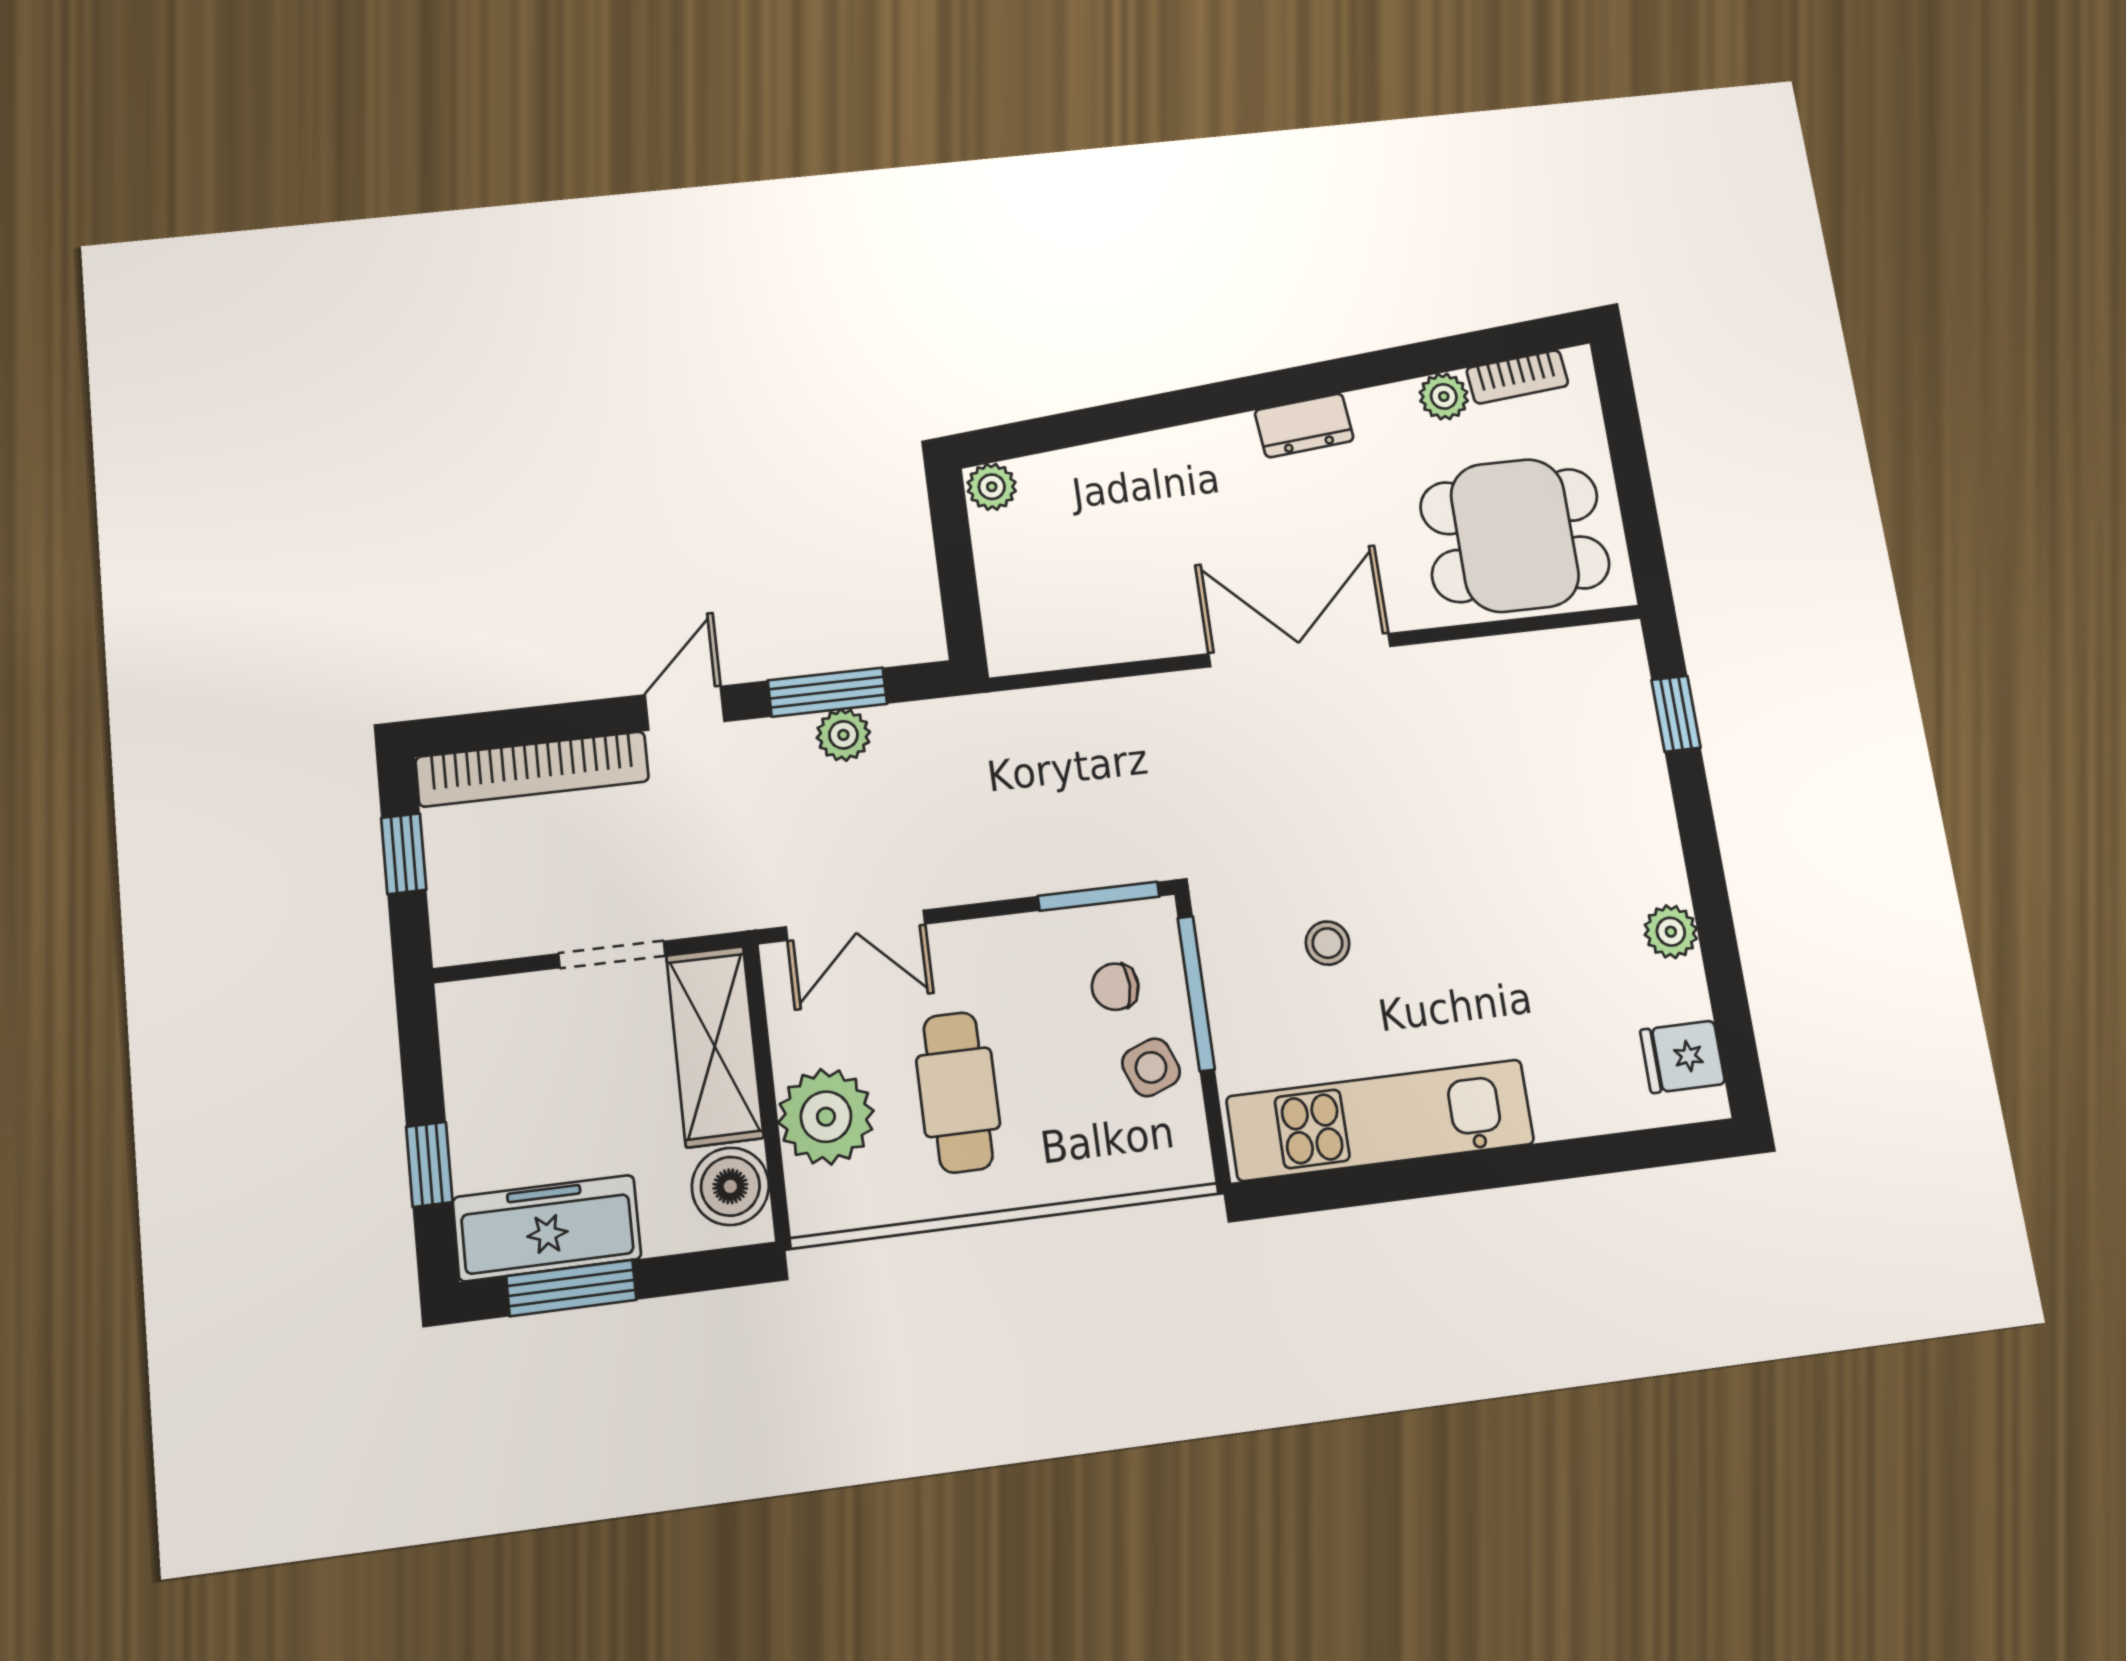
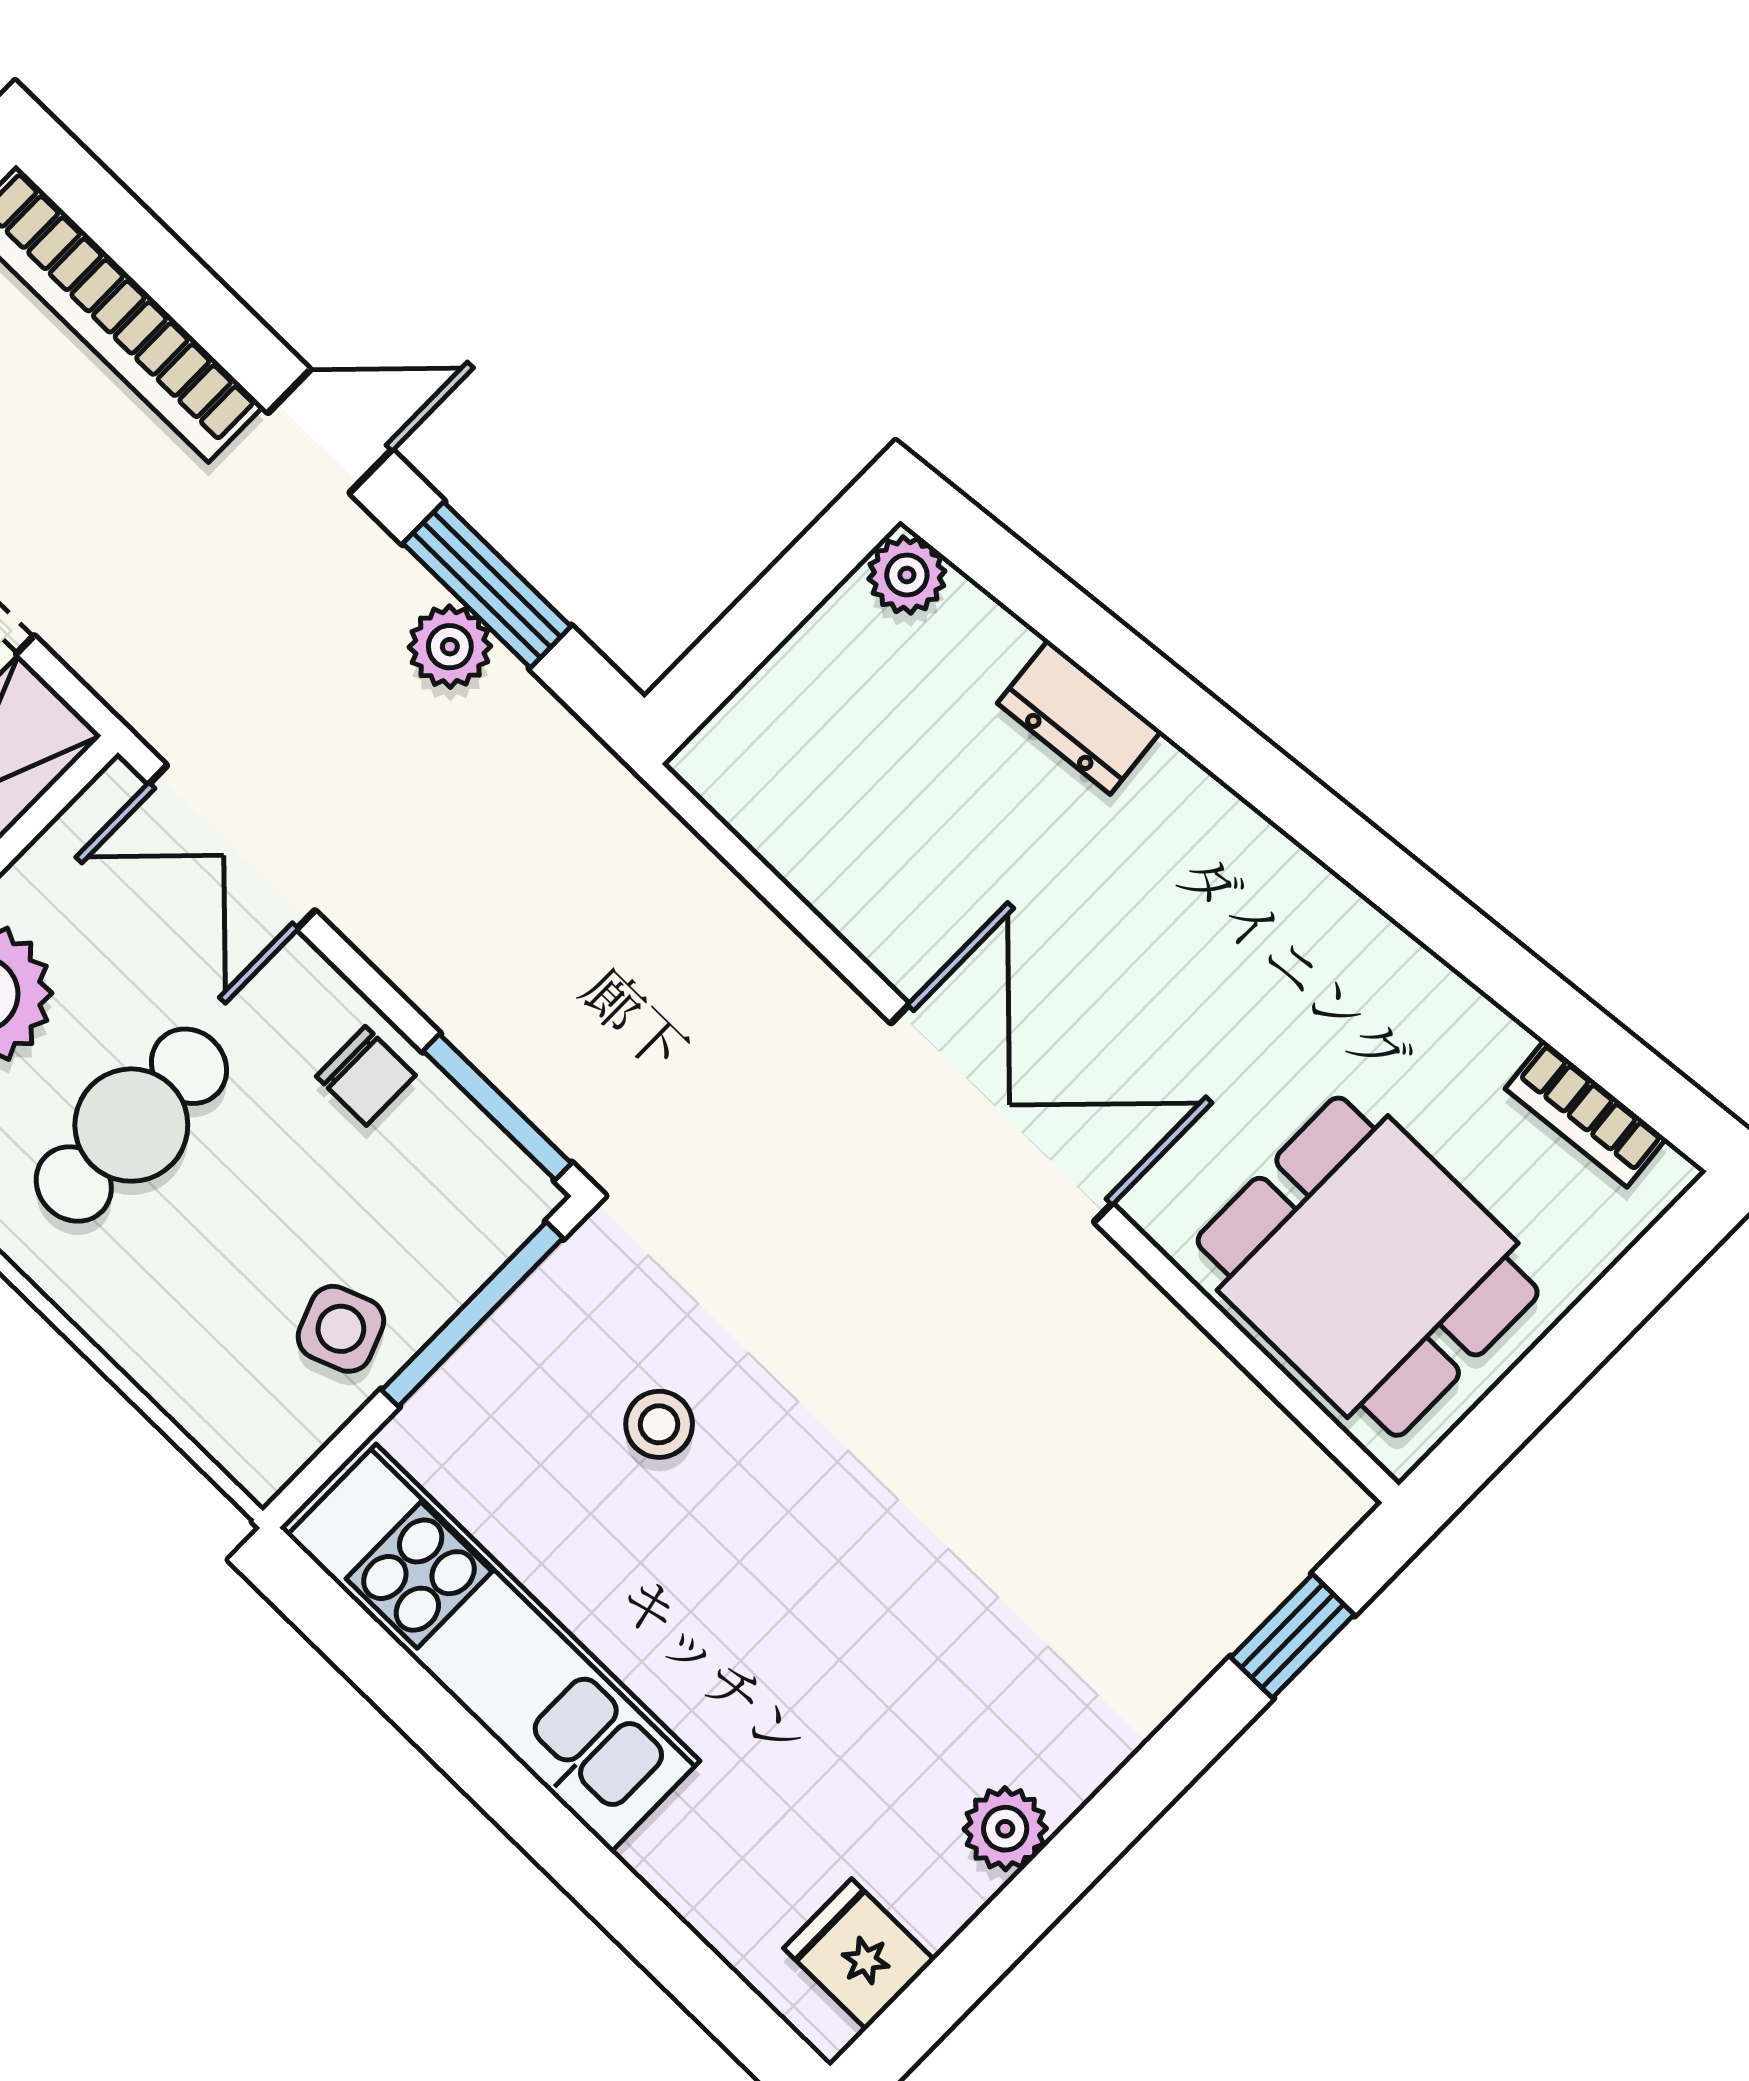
plant: (1444, 396) -> (1483, 1041), removed
dresser: (1304, 425) -> (1079, 717), moved
chair: (1115, 987) -> (366, 1076), moved, turned 180

